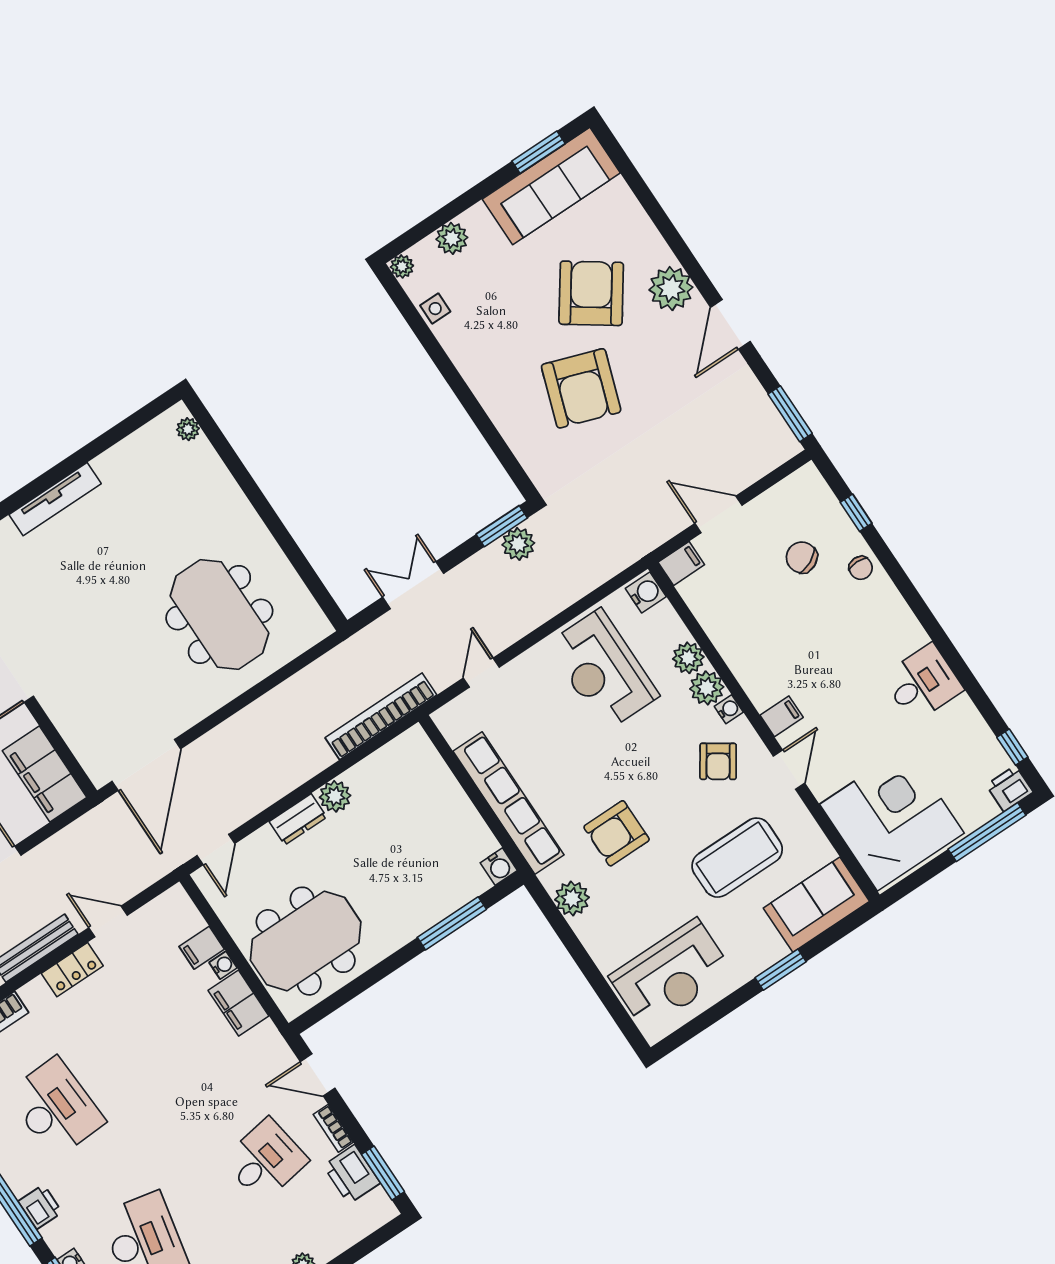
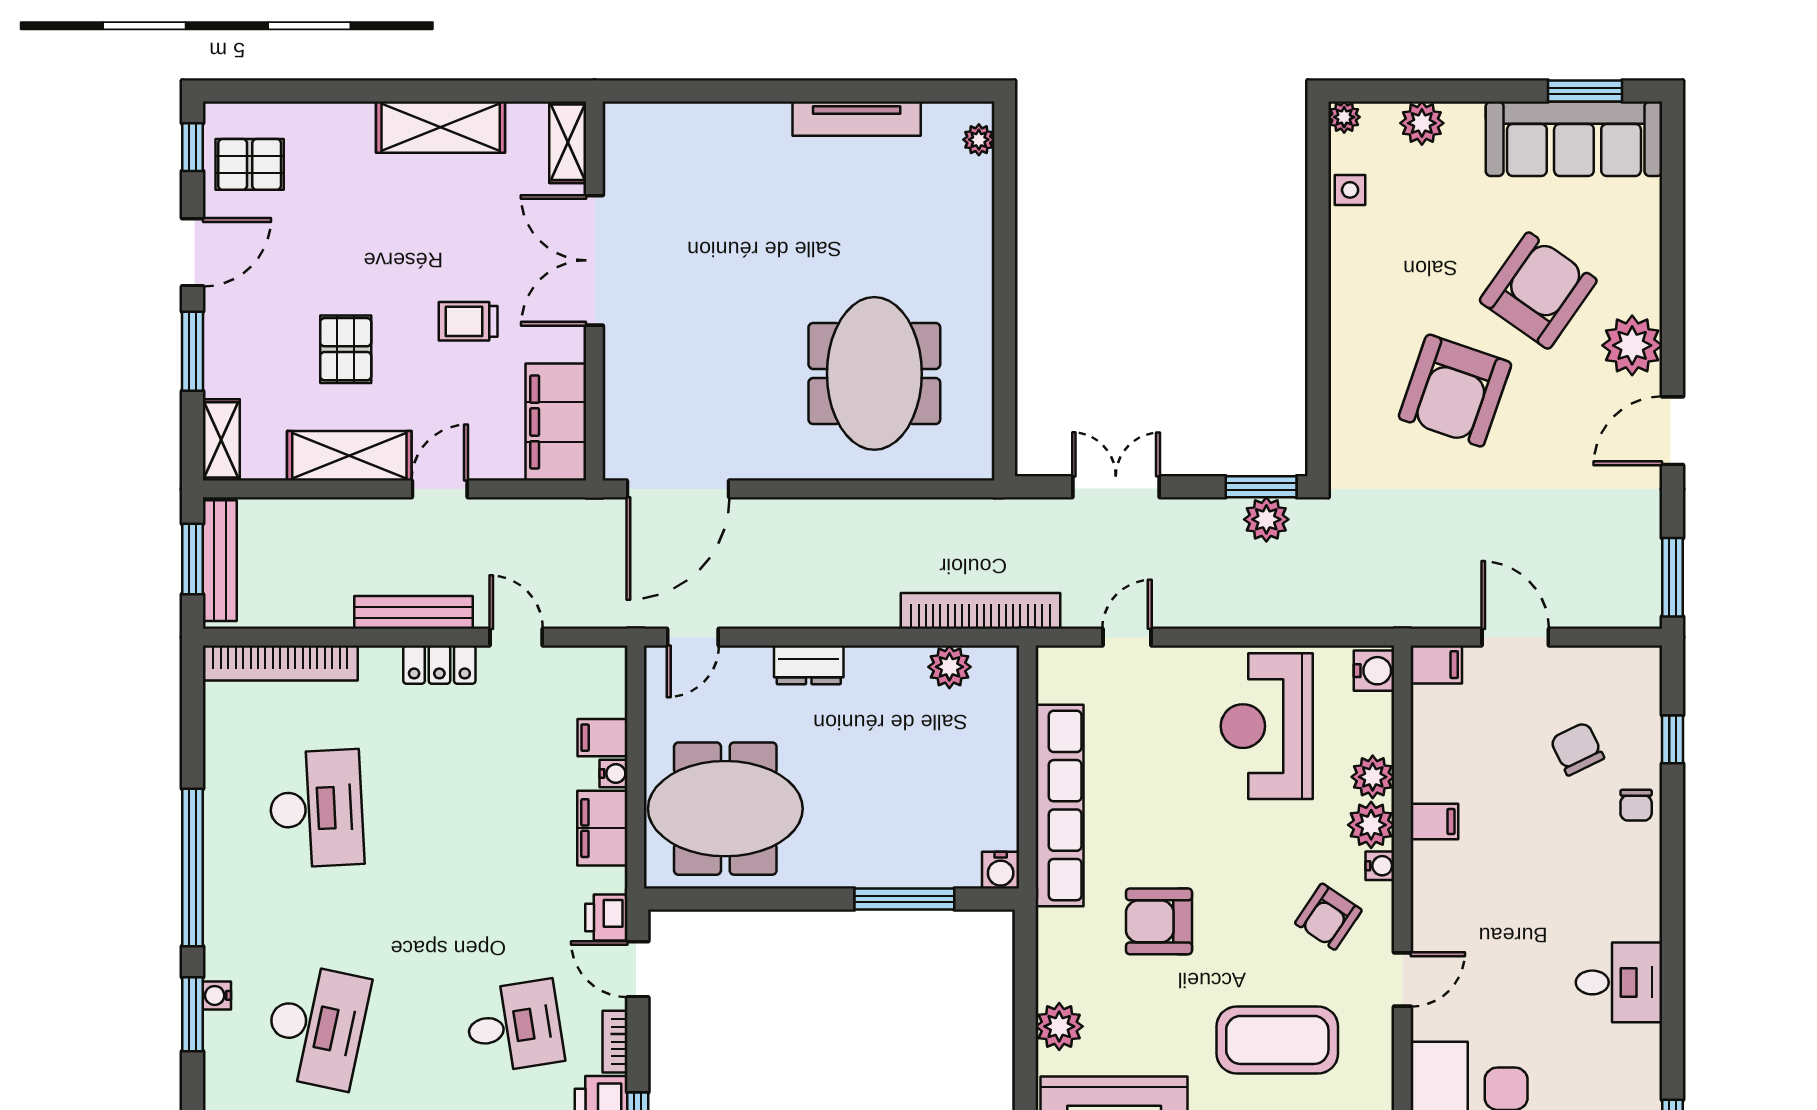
tv unit: (55, 499) -> (857, 119), moved
filing cabinet: (782, 716) -> (1434, 821), moved
plant: (335, 796) -> (949, 667), moved
plant: (572, 899) -> (1059, 1026), moved
printer: (40, 1207) -> (606, 918), moved, turned 180

